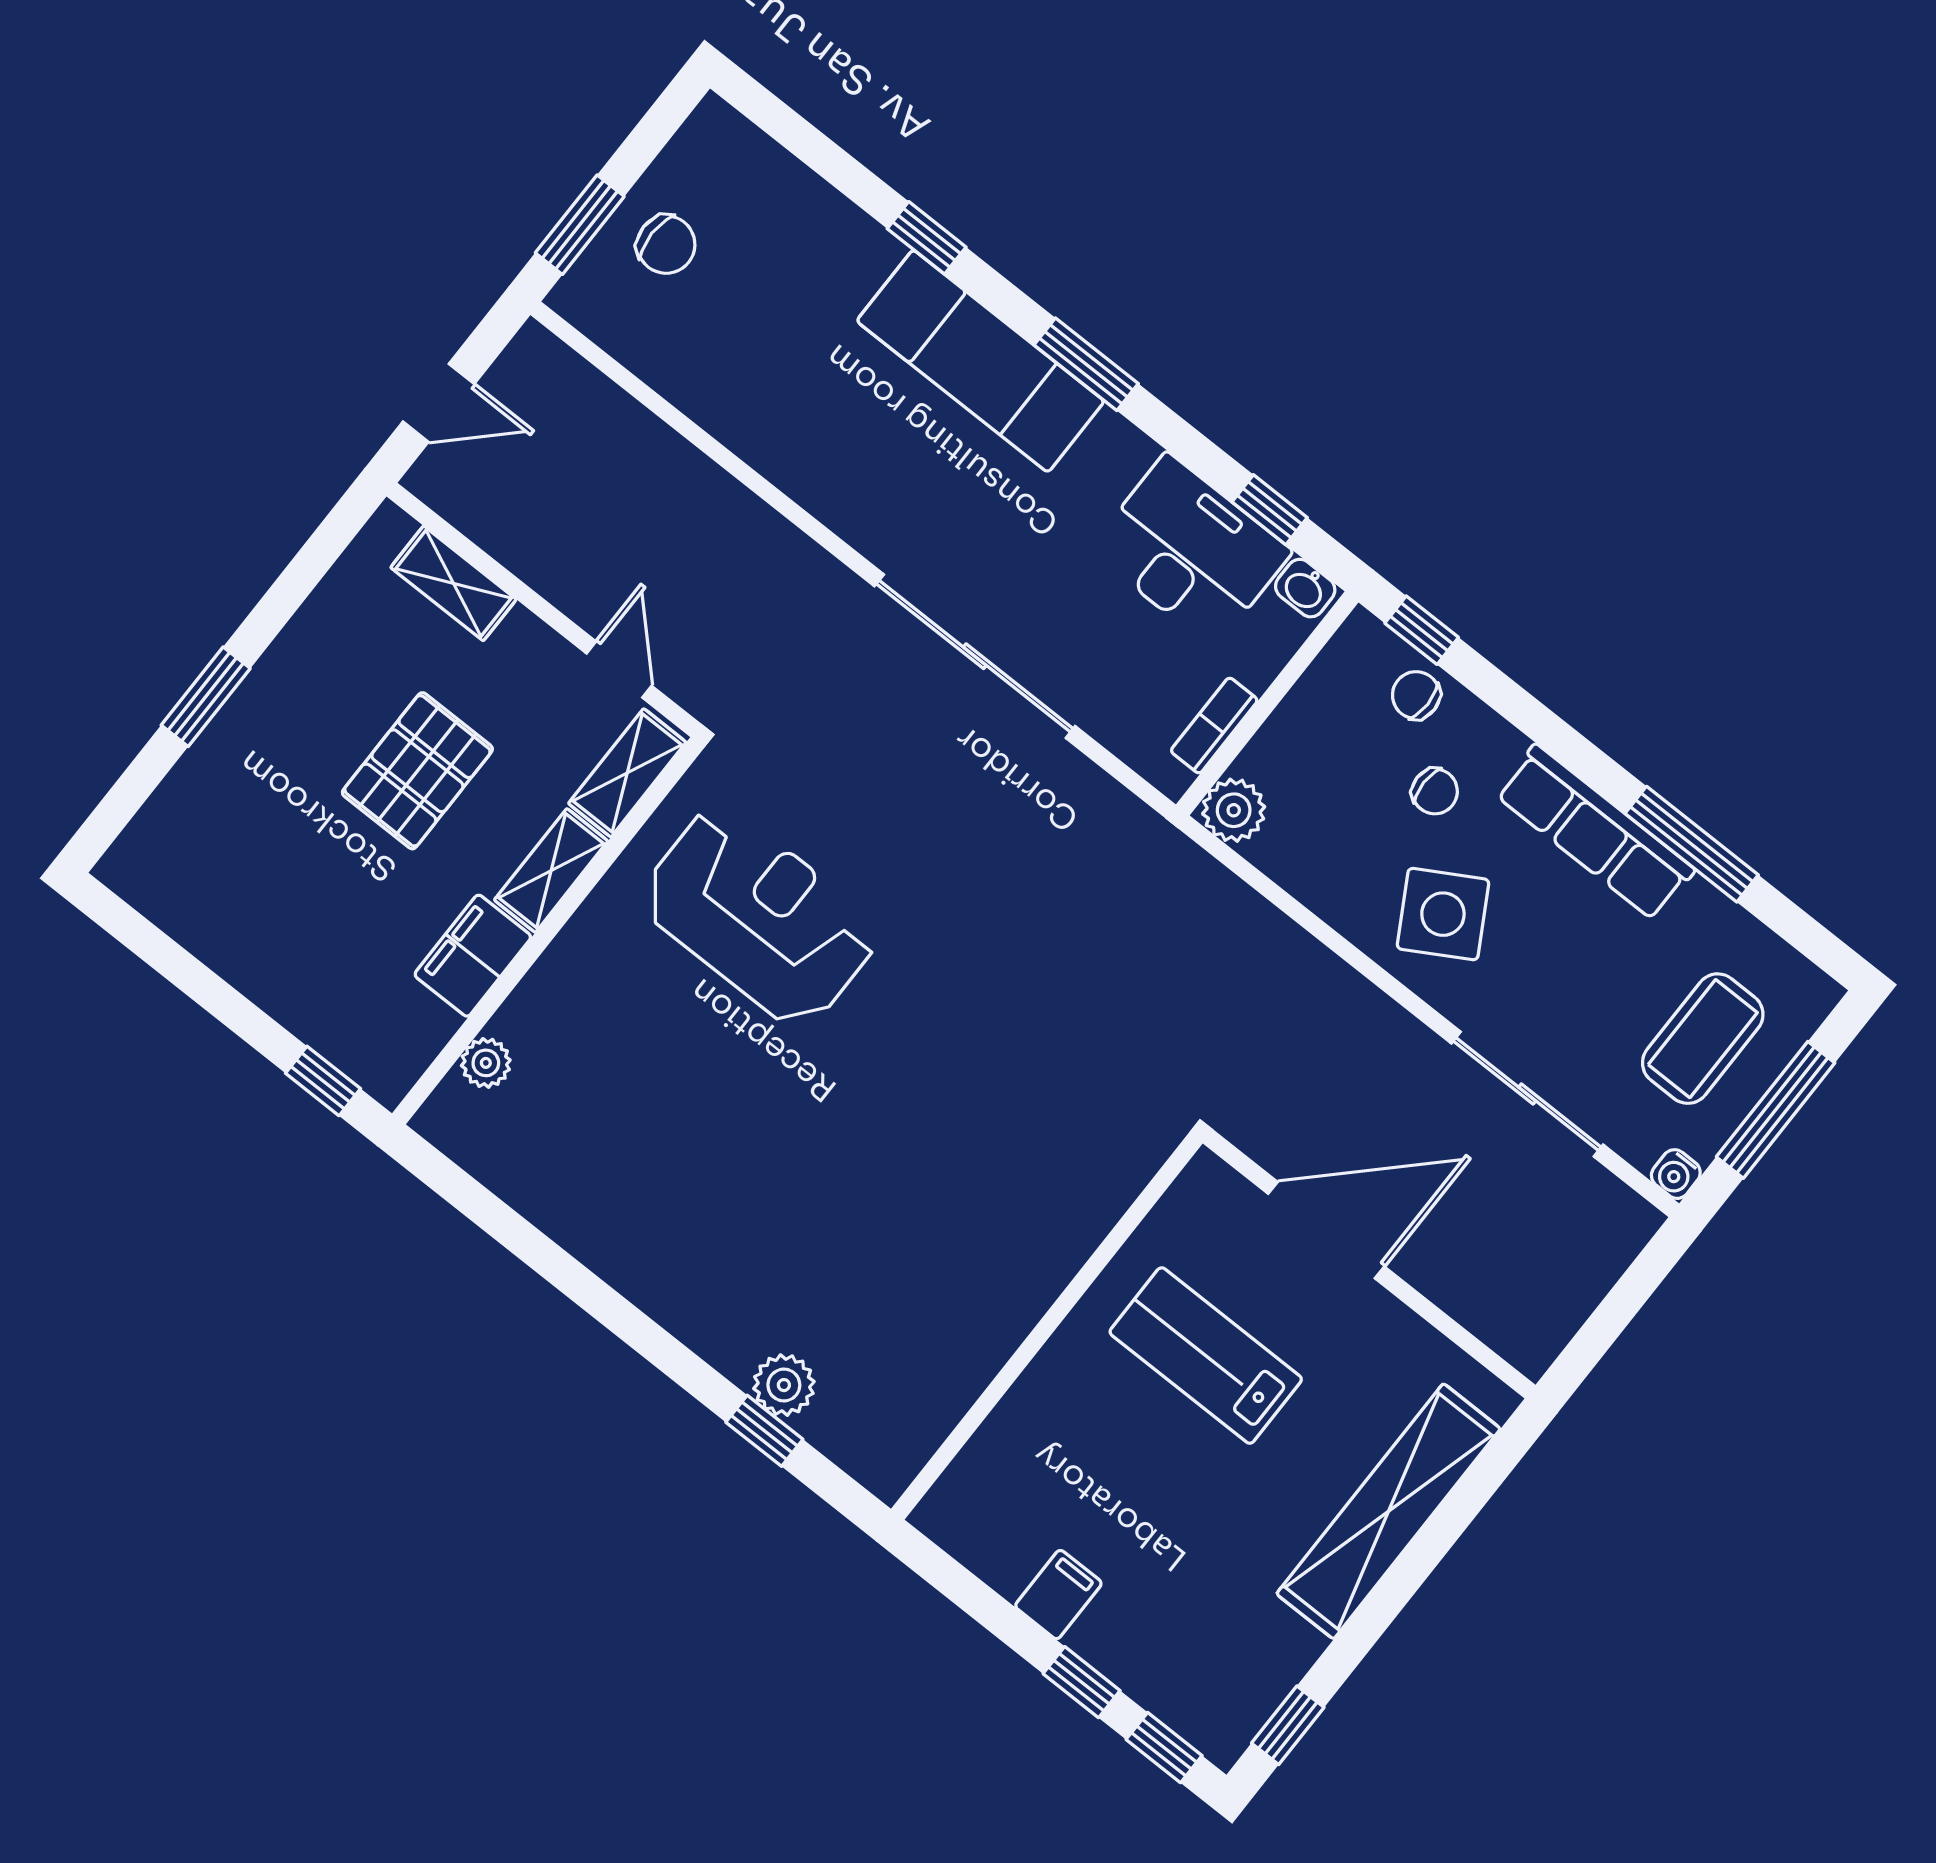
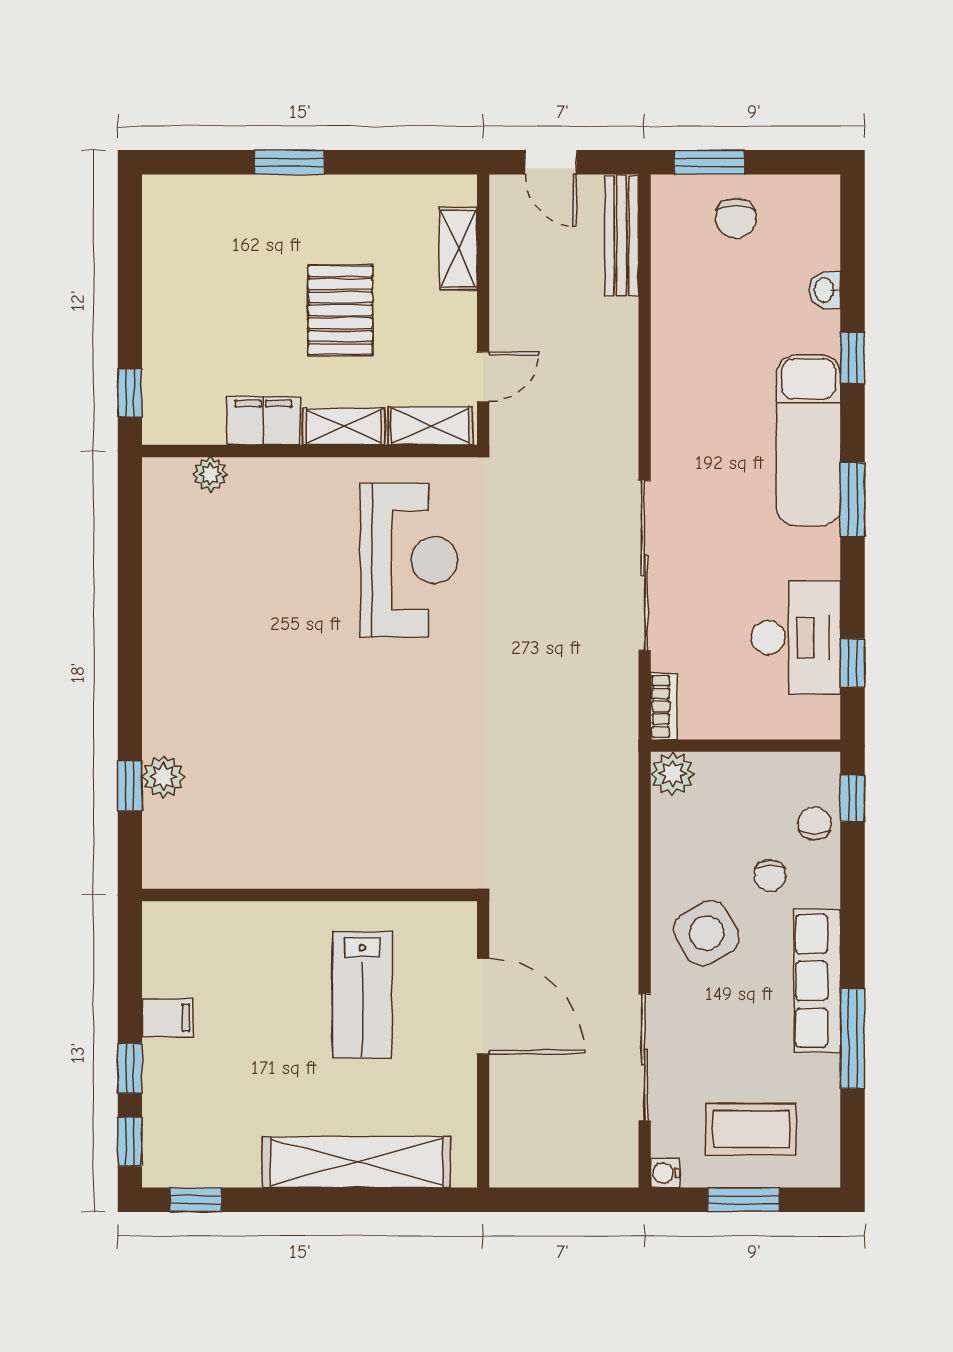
bench: (584, 389) -> (622, 236), added
washbasin: (1305, 588) -> (825, 290), moved
bookcase: (1214, 726) -> (664, 706), moved, turned 90
pallet: (417, 771) -> (340, 310), turned 90
window: (1776, 1110) -> (744, 1200), width x0.69
lab bench: (1206, 1356) -> (362, 995), turned 180

